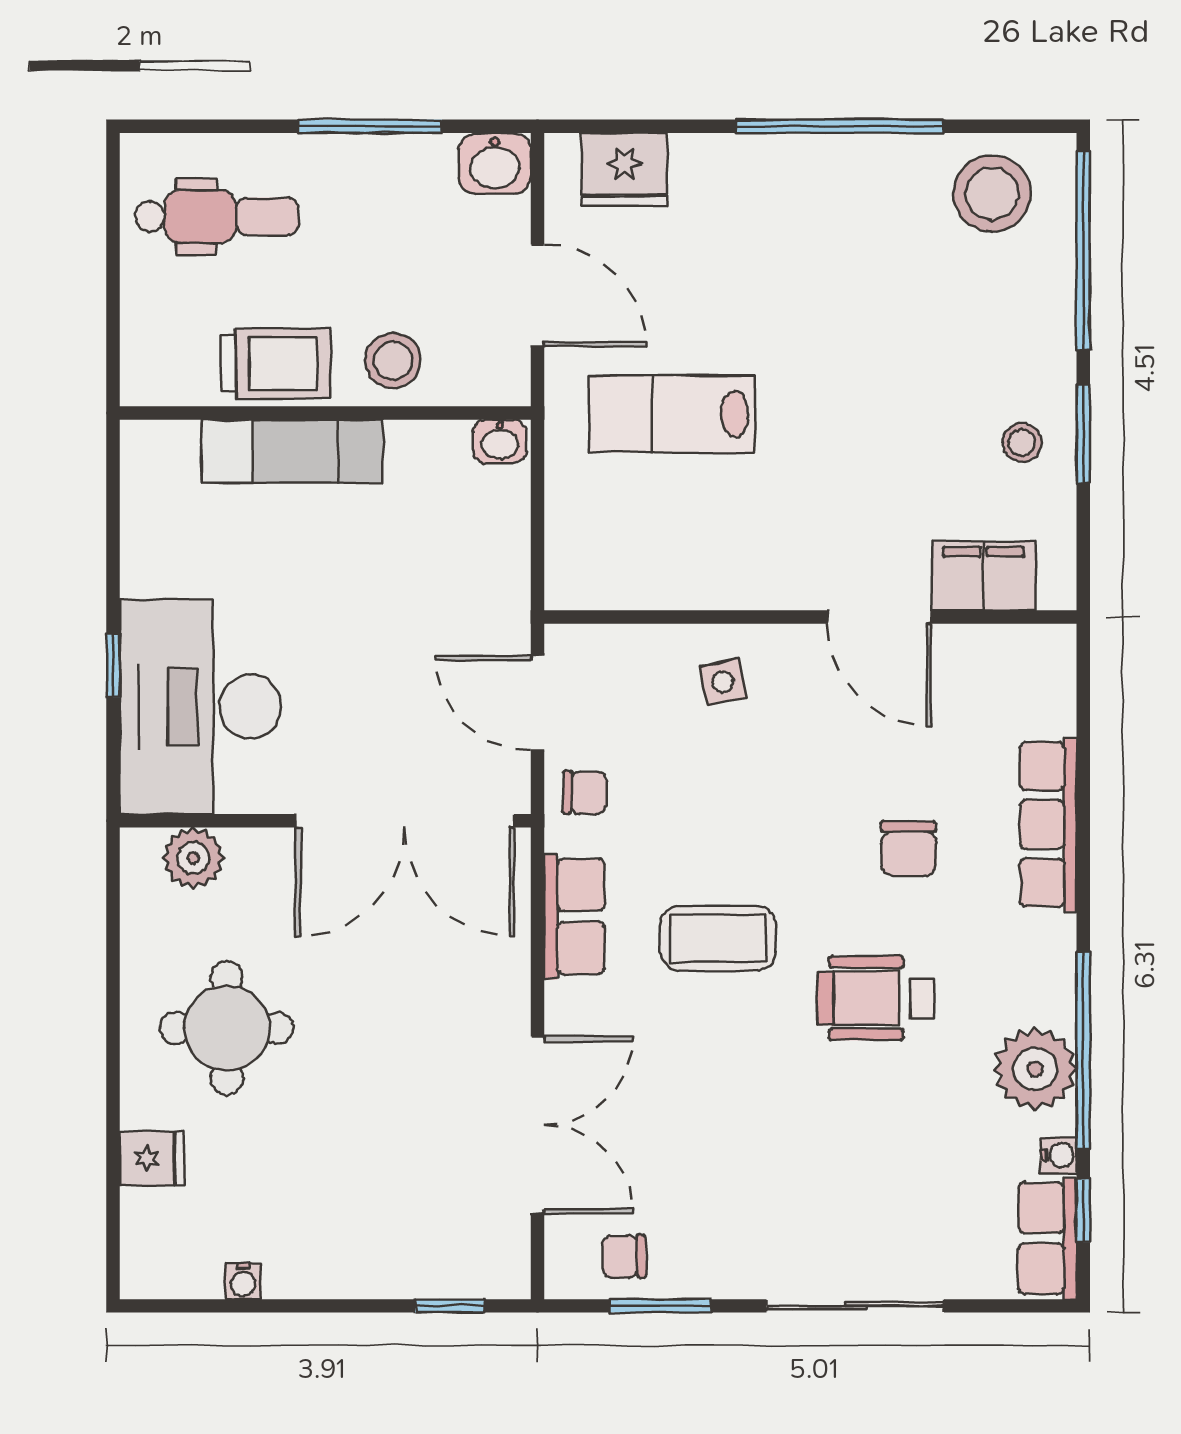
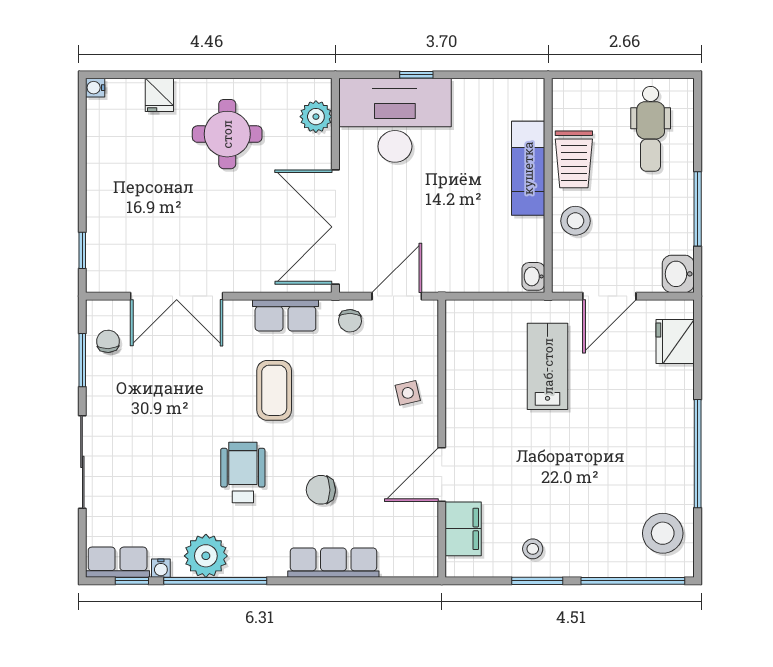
water cooler: (243, 1281) -> (95, 88), moved

